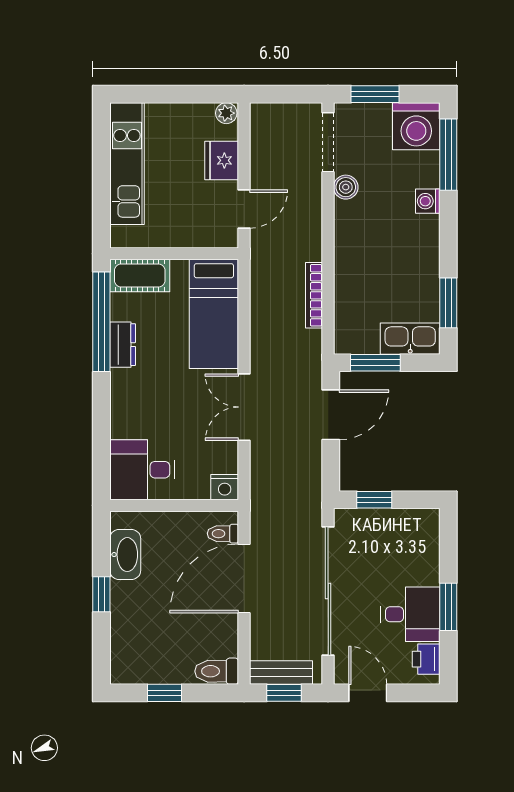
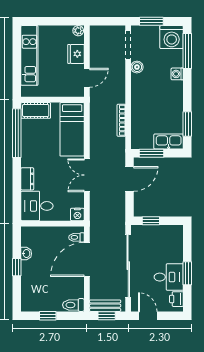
dresser: (123, 345) -> (27, 179), moved
washbasin: (125, 555) -> (26, 254), width x0.52, depth x0.69

